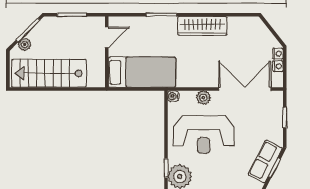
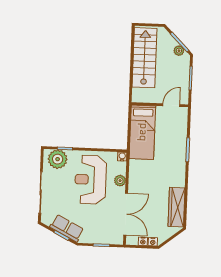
wardrobe: (202, 26) -> (176, 207), moved
door: (107, 37) -> (171, 105), swing flipped
plant: (25, 45) -> (179, 51), moved

